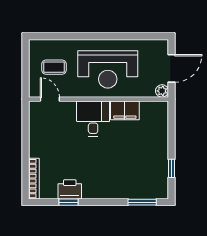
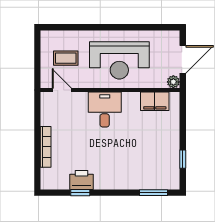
filing cabinet: (125, 110) -> (155, 101), moved
bookcase: (34, 179) -> (46, 147), moved

